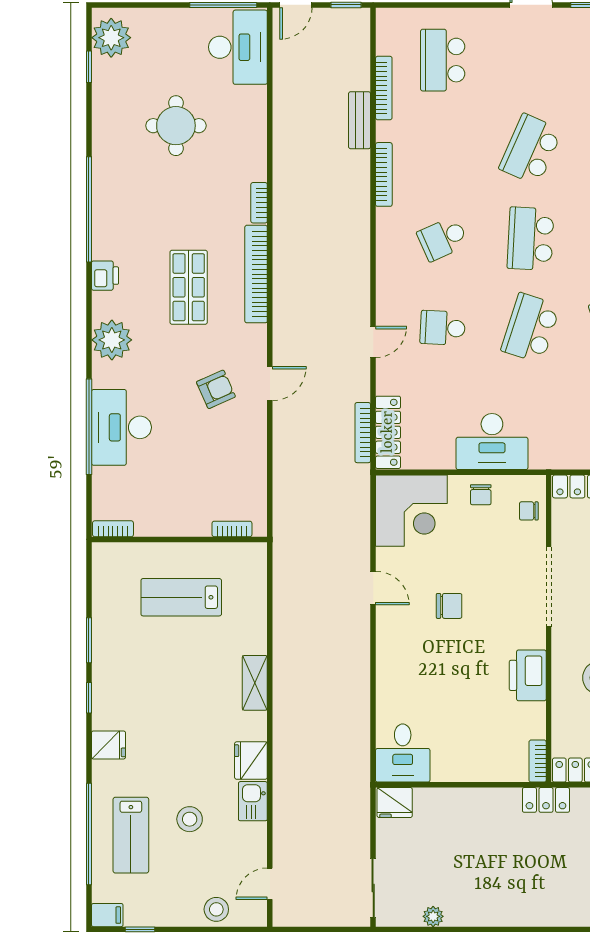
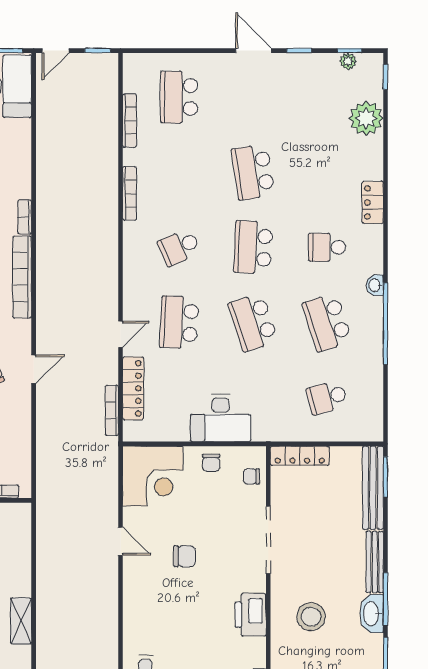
bench: (360, 120) -> (109, 148), removed
school desk: (531, 149) -> (253, 172), turned -33
school desk: (443, 328) -> (179, 322), width x1.85
school desk: (531, 328) -> (253, 322), turned -36
locker: (388, 432) -> (133, 388), moved

